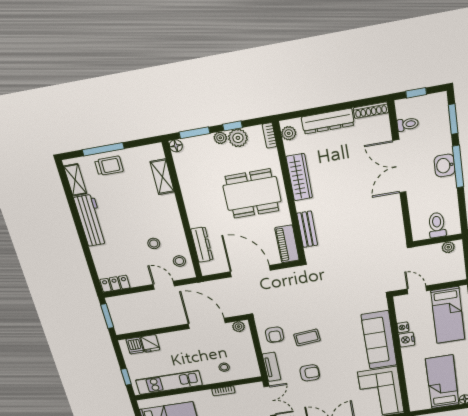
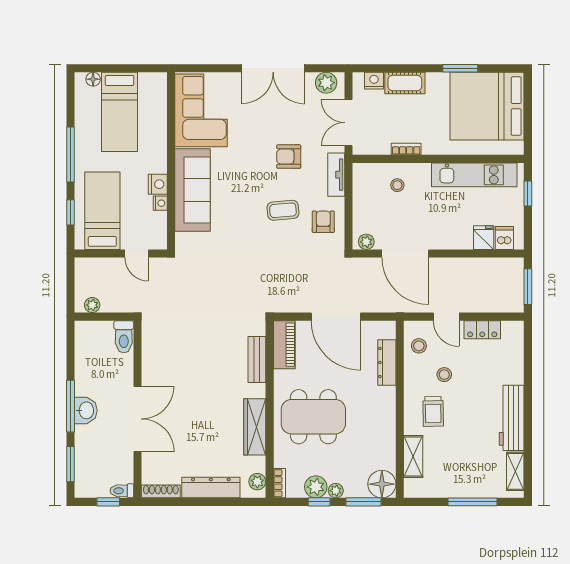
toilet: (408, 124) -> (122, 491), moved
floor lamp: (176, 146) -> (382, 484), width x1.89, depth x1.89
trolley: (109, 166) -> (433, 411), moved, turned -91
toilet: (437, 225) -> (124, 337), moved
locker: (115, 284) -> (482, 330), moved

